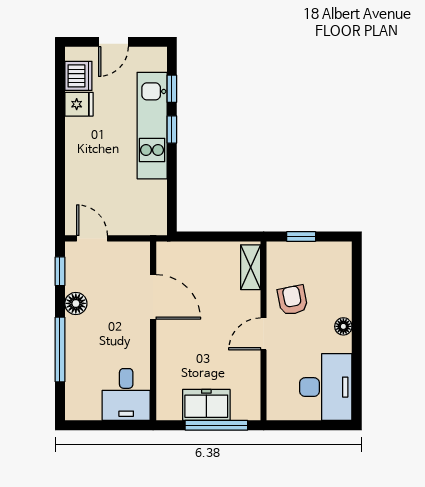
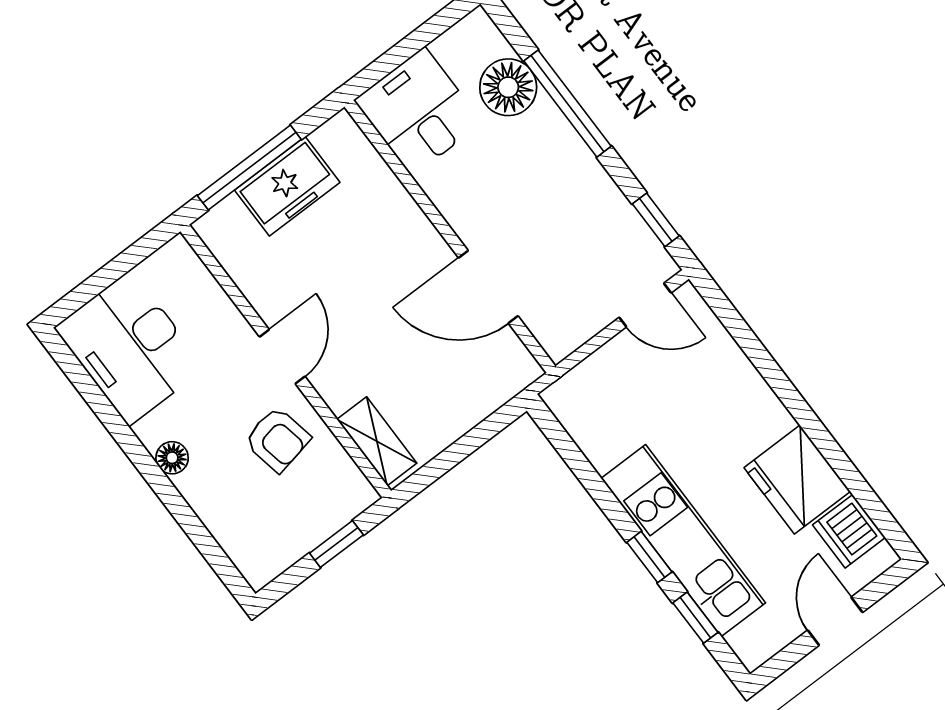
fridge: (79, 104) -> (797, 480), width x1.88, depth x1.34
floor lamp: (76, 303) -> (508, 87), moved, width x1.38, depth x1.38

